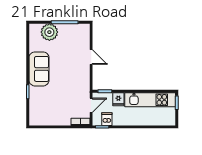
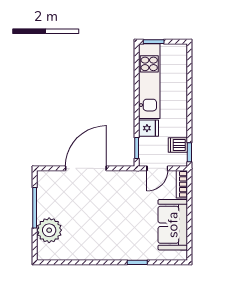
door: (91, 57) -> (86, 168), width x1.88
sofa: (39, 69) -> (173, 225), moved, turned -90
door: (91, 105) -> (157, 168), swing flipped

